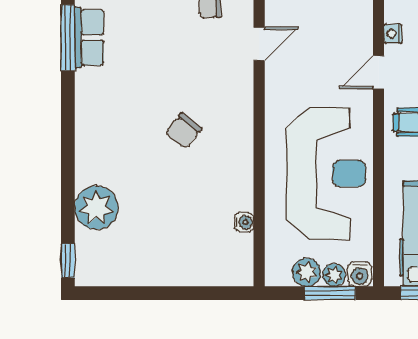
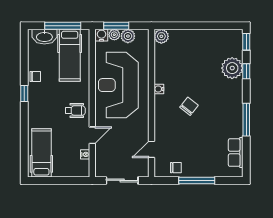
window: (68, 38) -> (246, 120), moved
window: (68, 201) -> (246, 71), added
water cooler: (244, 222) -> (159, 89), moved
plant: (239, 272) -> (161, 36), added

